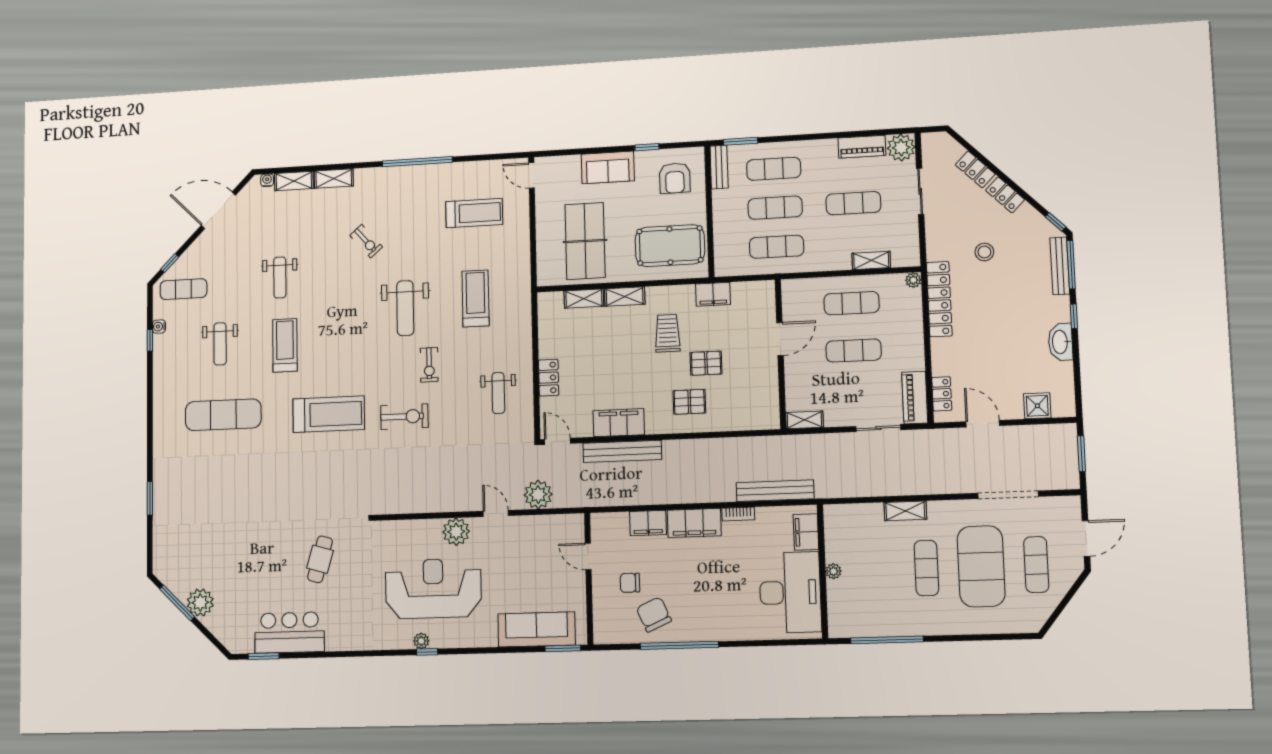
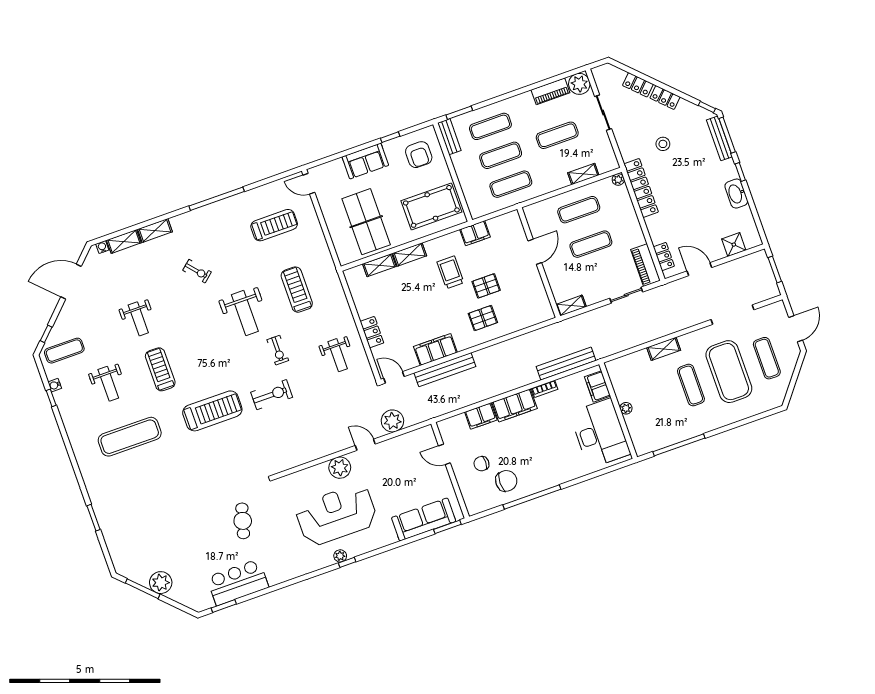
chair: (654, 614) -> (506, 481), turned 114

